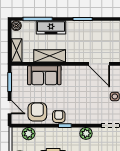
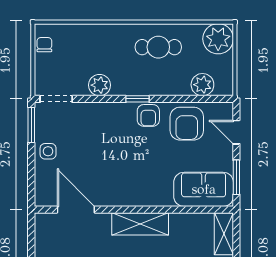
shelving: (50, 56) -> (140, 224), moved
sofa: (44, 75) -> (204, 189), moved

